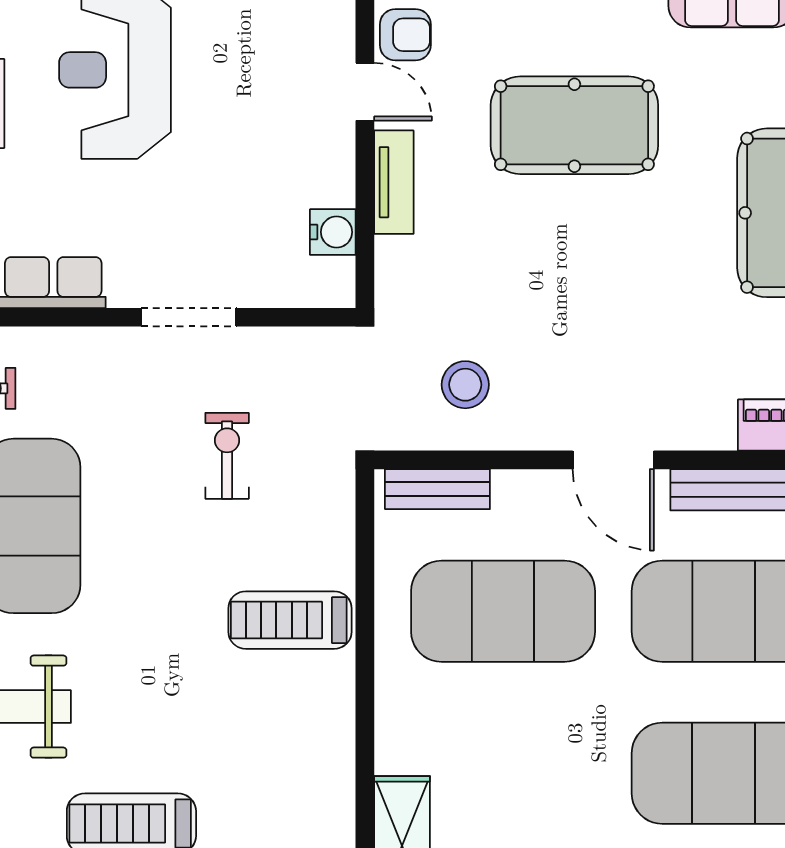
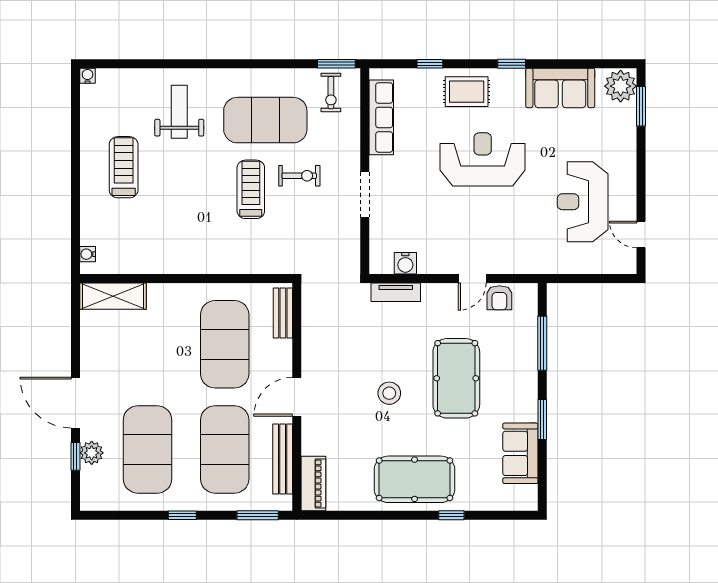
tv unit: (394, 182) -> (396, 292), moved
stool: (465, 385) -> (389, 393), moved
exercise bike: (227, 456) -> (299, 176), moved
treadmill: (290, 620) -> (251, 189), moved

